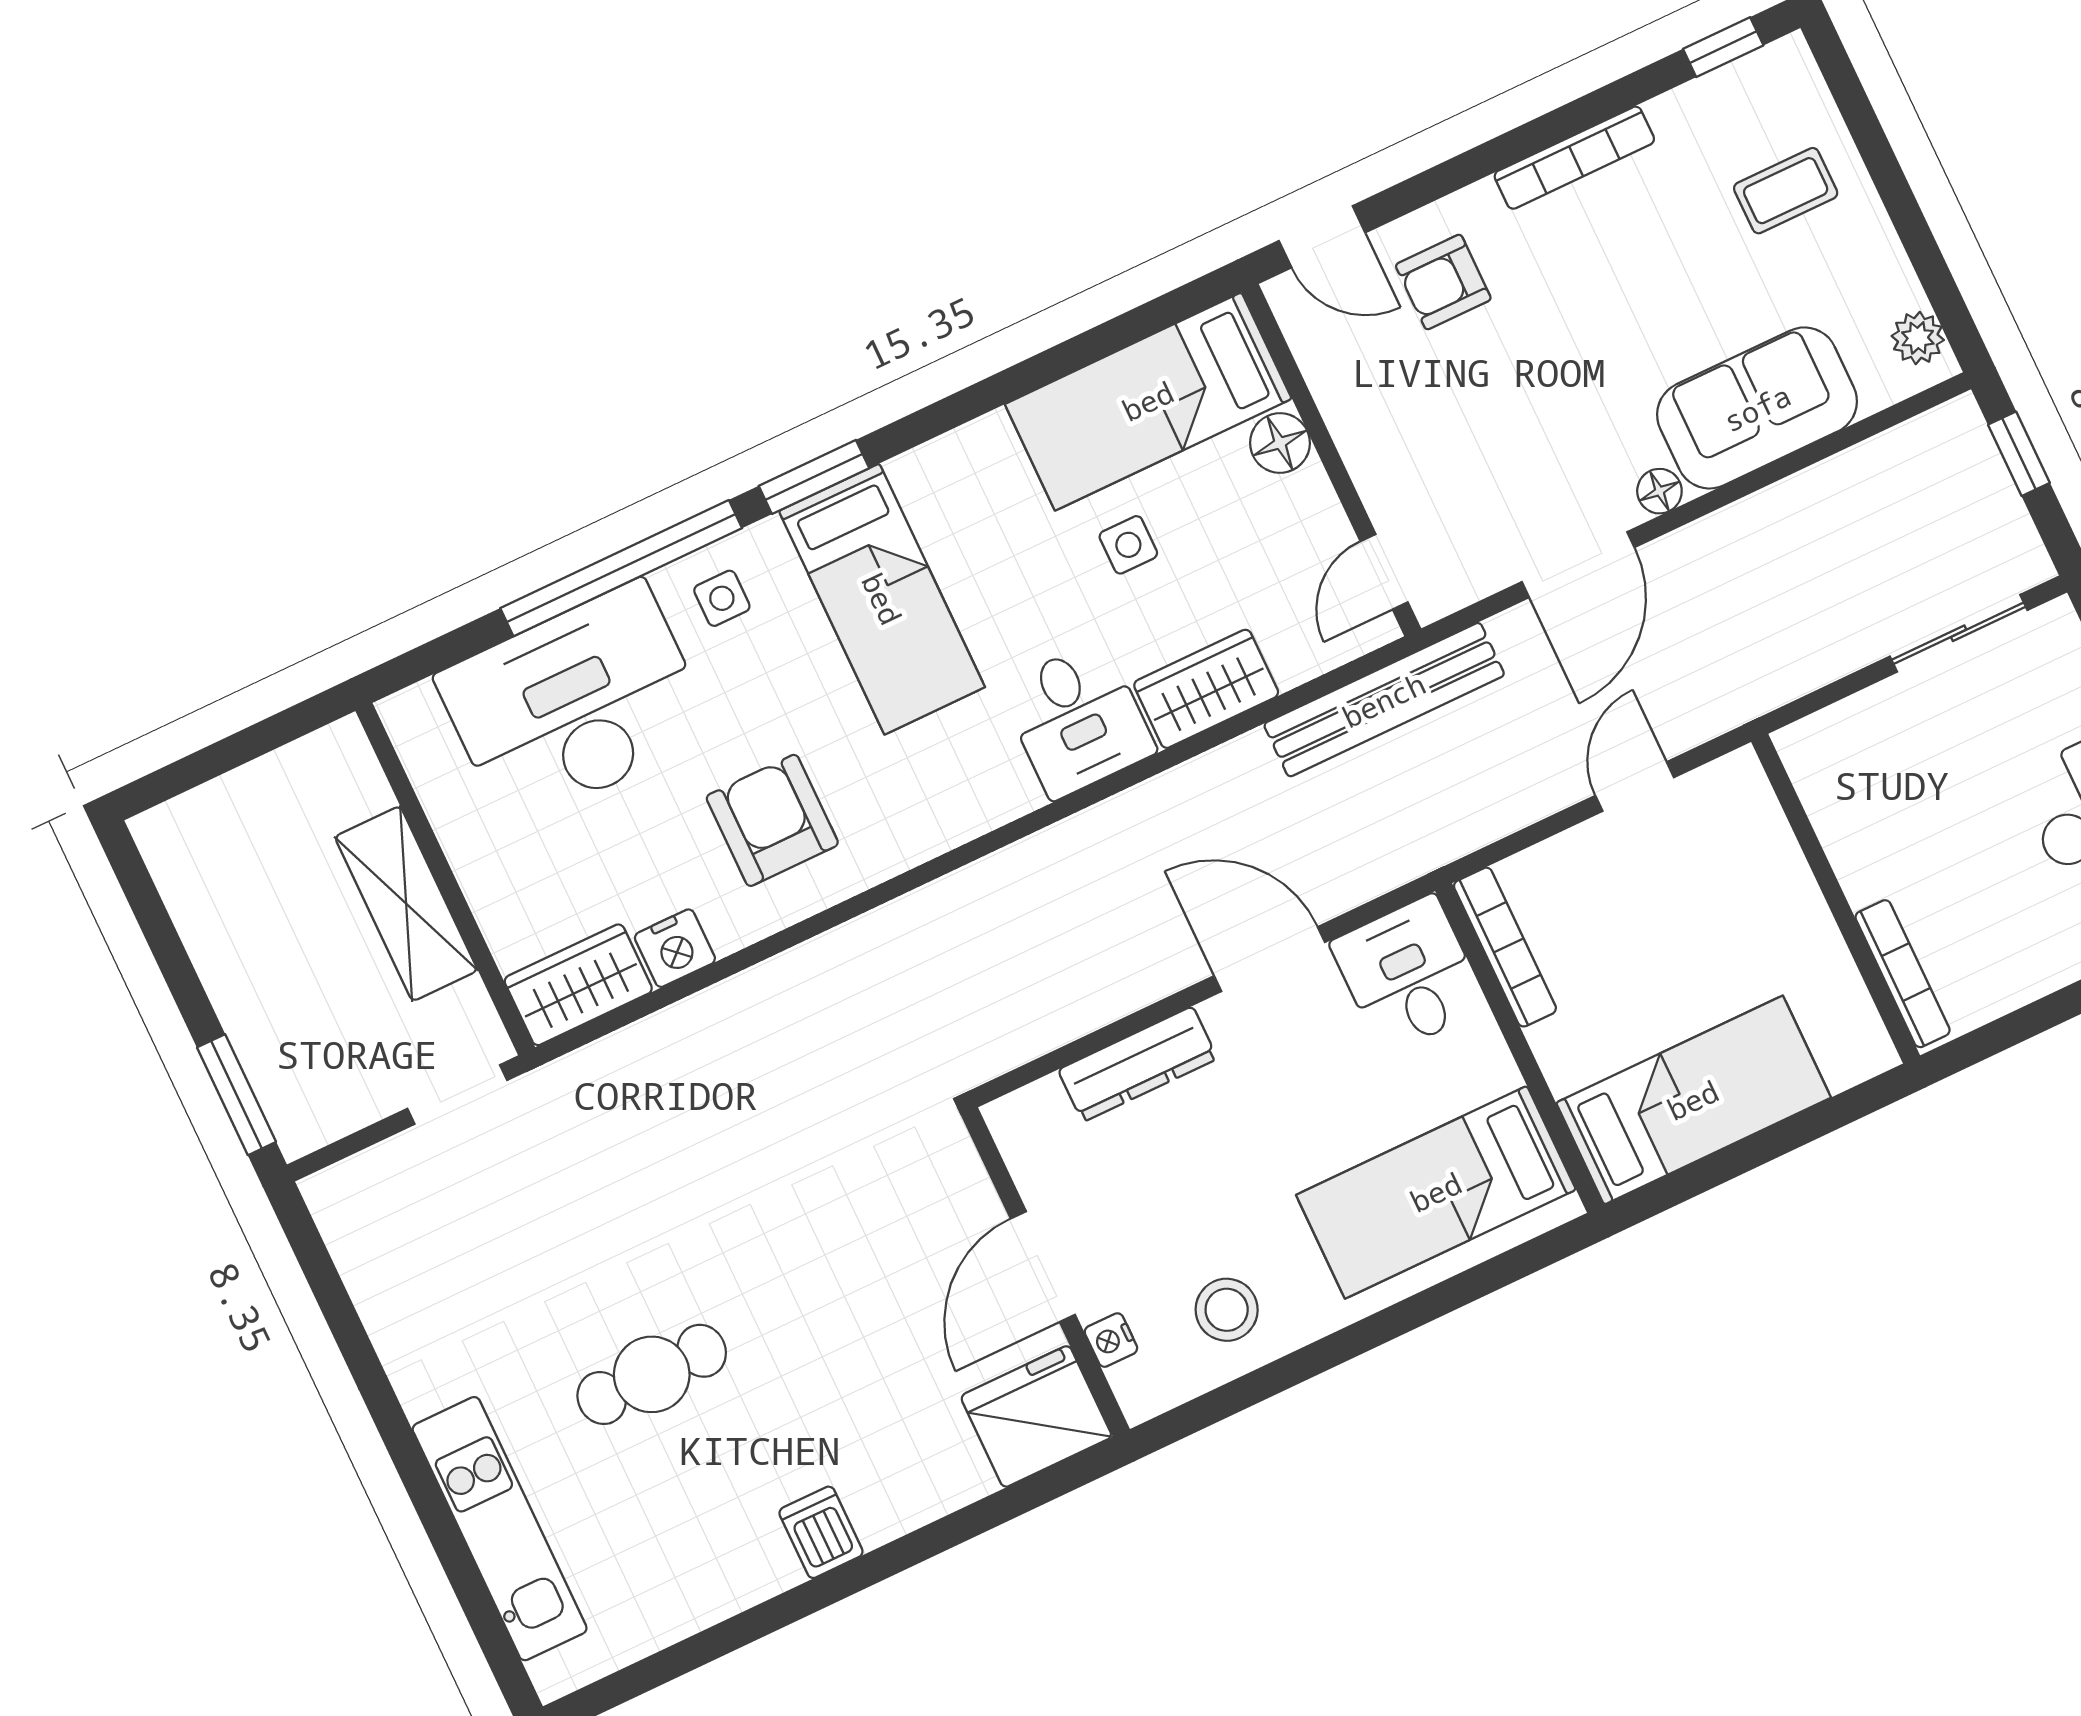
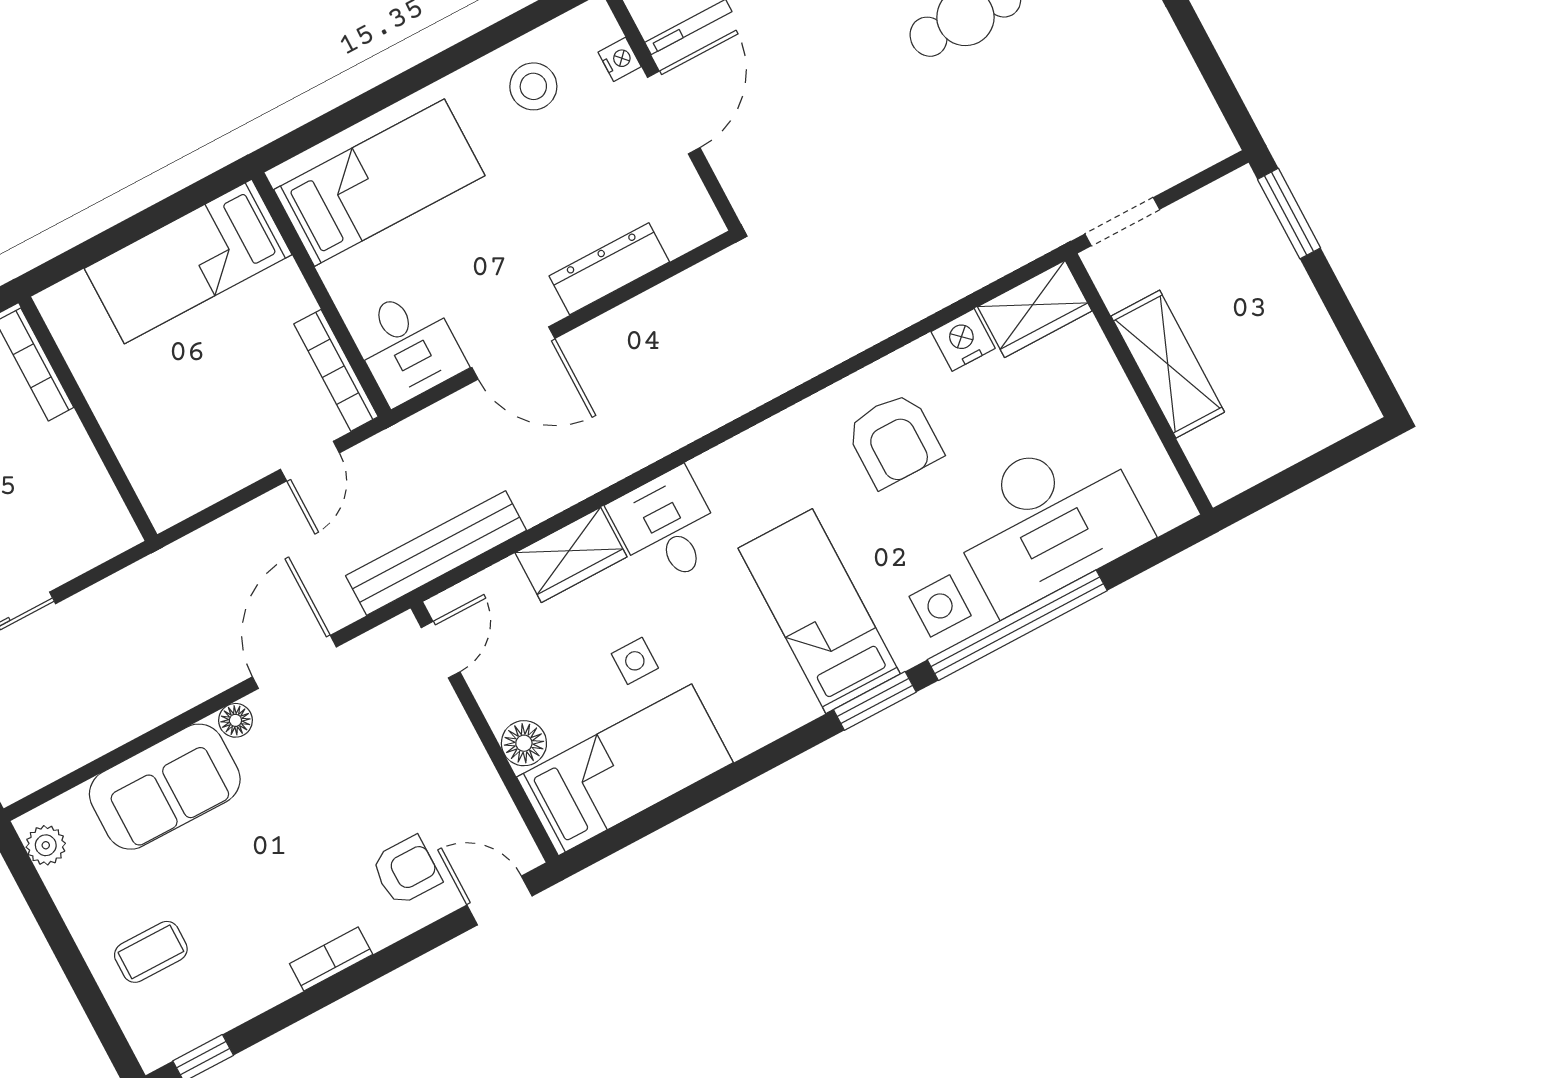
bookcase: (1574, 158) -> (331, 959), width x0.64
side table: (722, 598) -> (940, 606), width x1.37, depth x1.37
door: (1635, 786) -> (310, 461), moved

